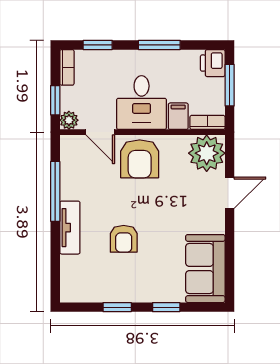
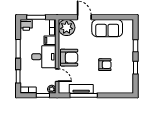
door: (100, 132) -> (57, 75), hinge flipped
tv unit: (70, 228) -> (81, 89), moved
sofa: (205, 269) -> (107, 28), moved

